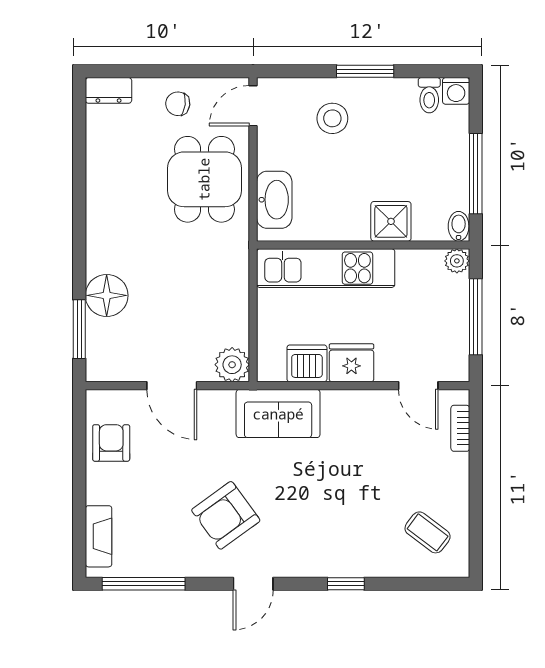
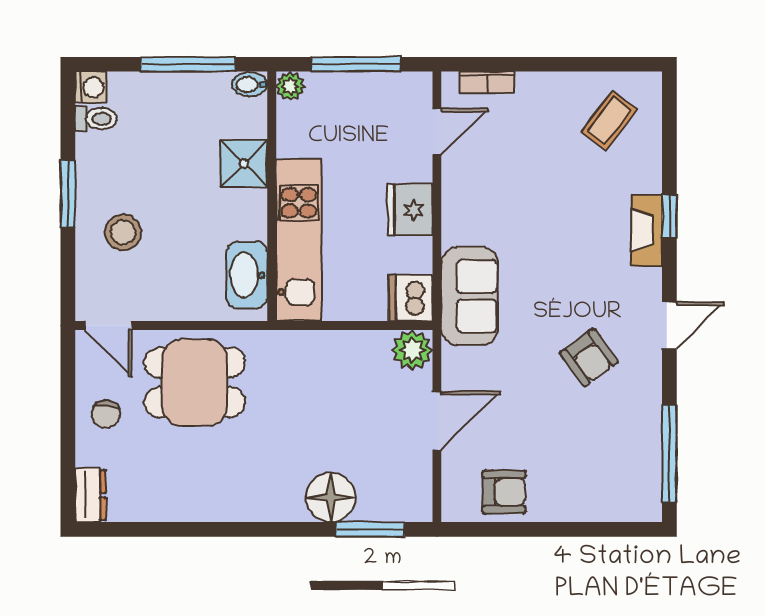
washbasin: (274, 200) -> (247, 275), moved, turned -90
dishwasher: (307, 363) -> (411, 298), moved
armchair: (111, 443) -> (504, 492), turned 180
armchair: (226, 515) -> (589, 357), width x0.72, depth x0.72
fireplace: (99, 536) -> (647, 230), moved, turned -90
door: (253, 584) -> (669, 325), hinge flipped

